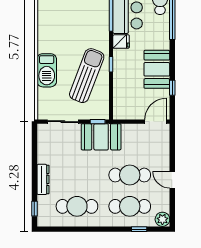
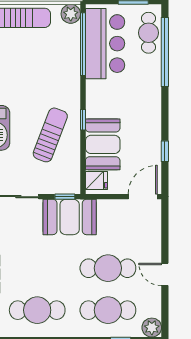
fridge: (121, 41) -> (96, 181), moved
booth: (157, 69) -> (103, 144), moved
sun lounger: (87, 76) -> (50, 135), width x0.73, depth x0.75

